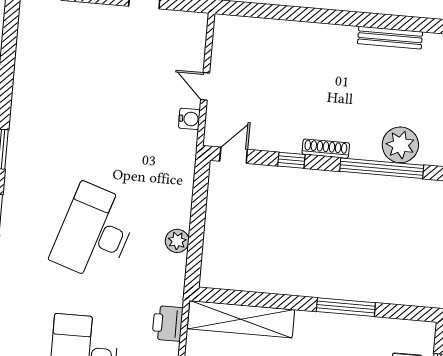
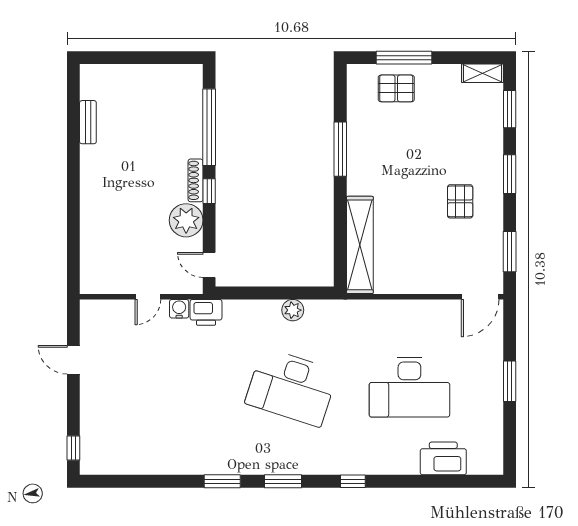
bench: (390, 38) -> (88, 122), width x0.73
plant: (400, 145) -> (186, 220), moved
window: (291, 160) -> (209, 191), moved
printer: (168, 323) -> (206, 312), moved

